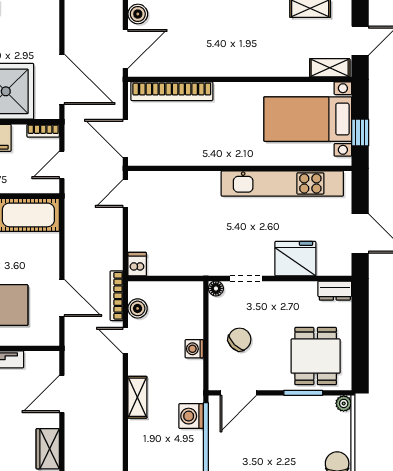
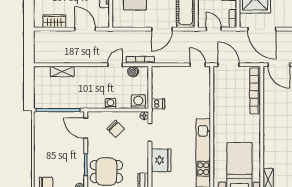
door: (62, 79) -> (262, 29), hinge flipped
door: (125, 138) -> (229, 65), hinge flipped
dishwasher: (137, 264) -> (158, 104), moved
door: (62, 298) -> (162, 29), moved
shelving: (137, 397) -> (62, 71), moved
washing machine: (191, 416) -> (138, 102), moved

